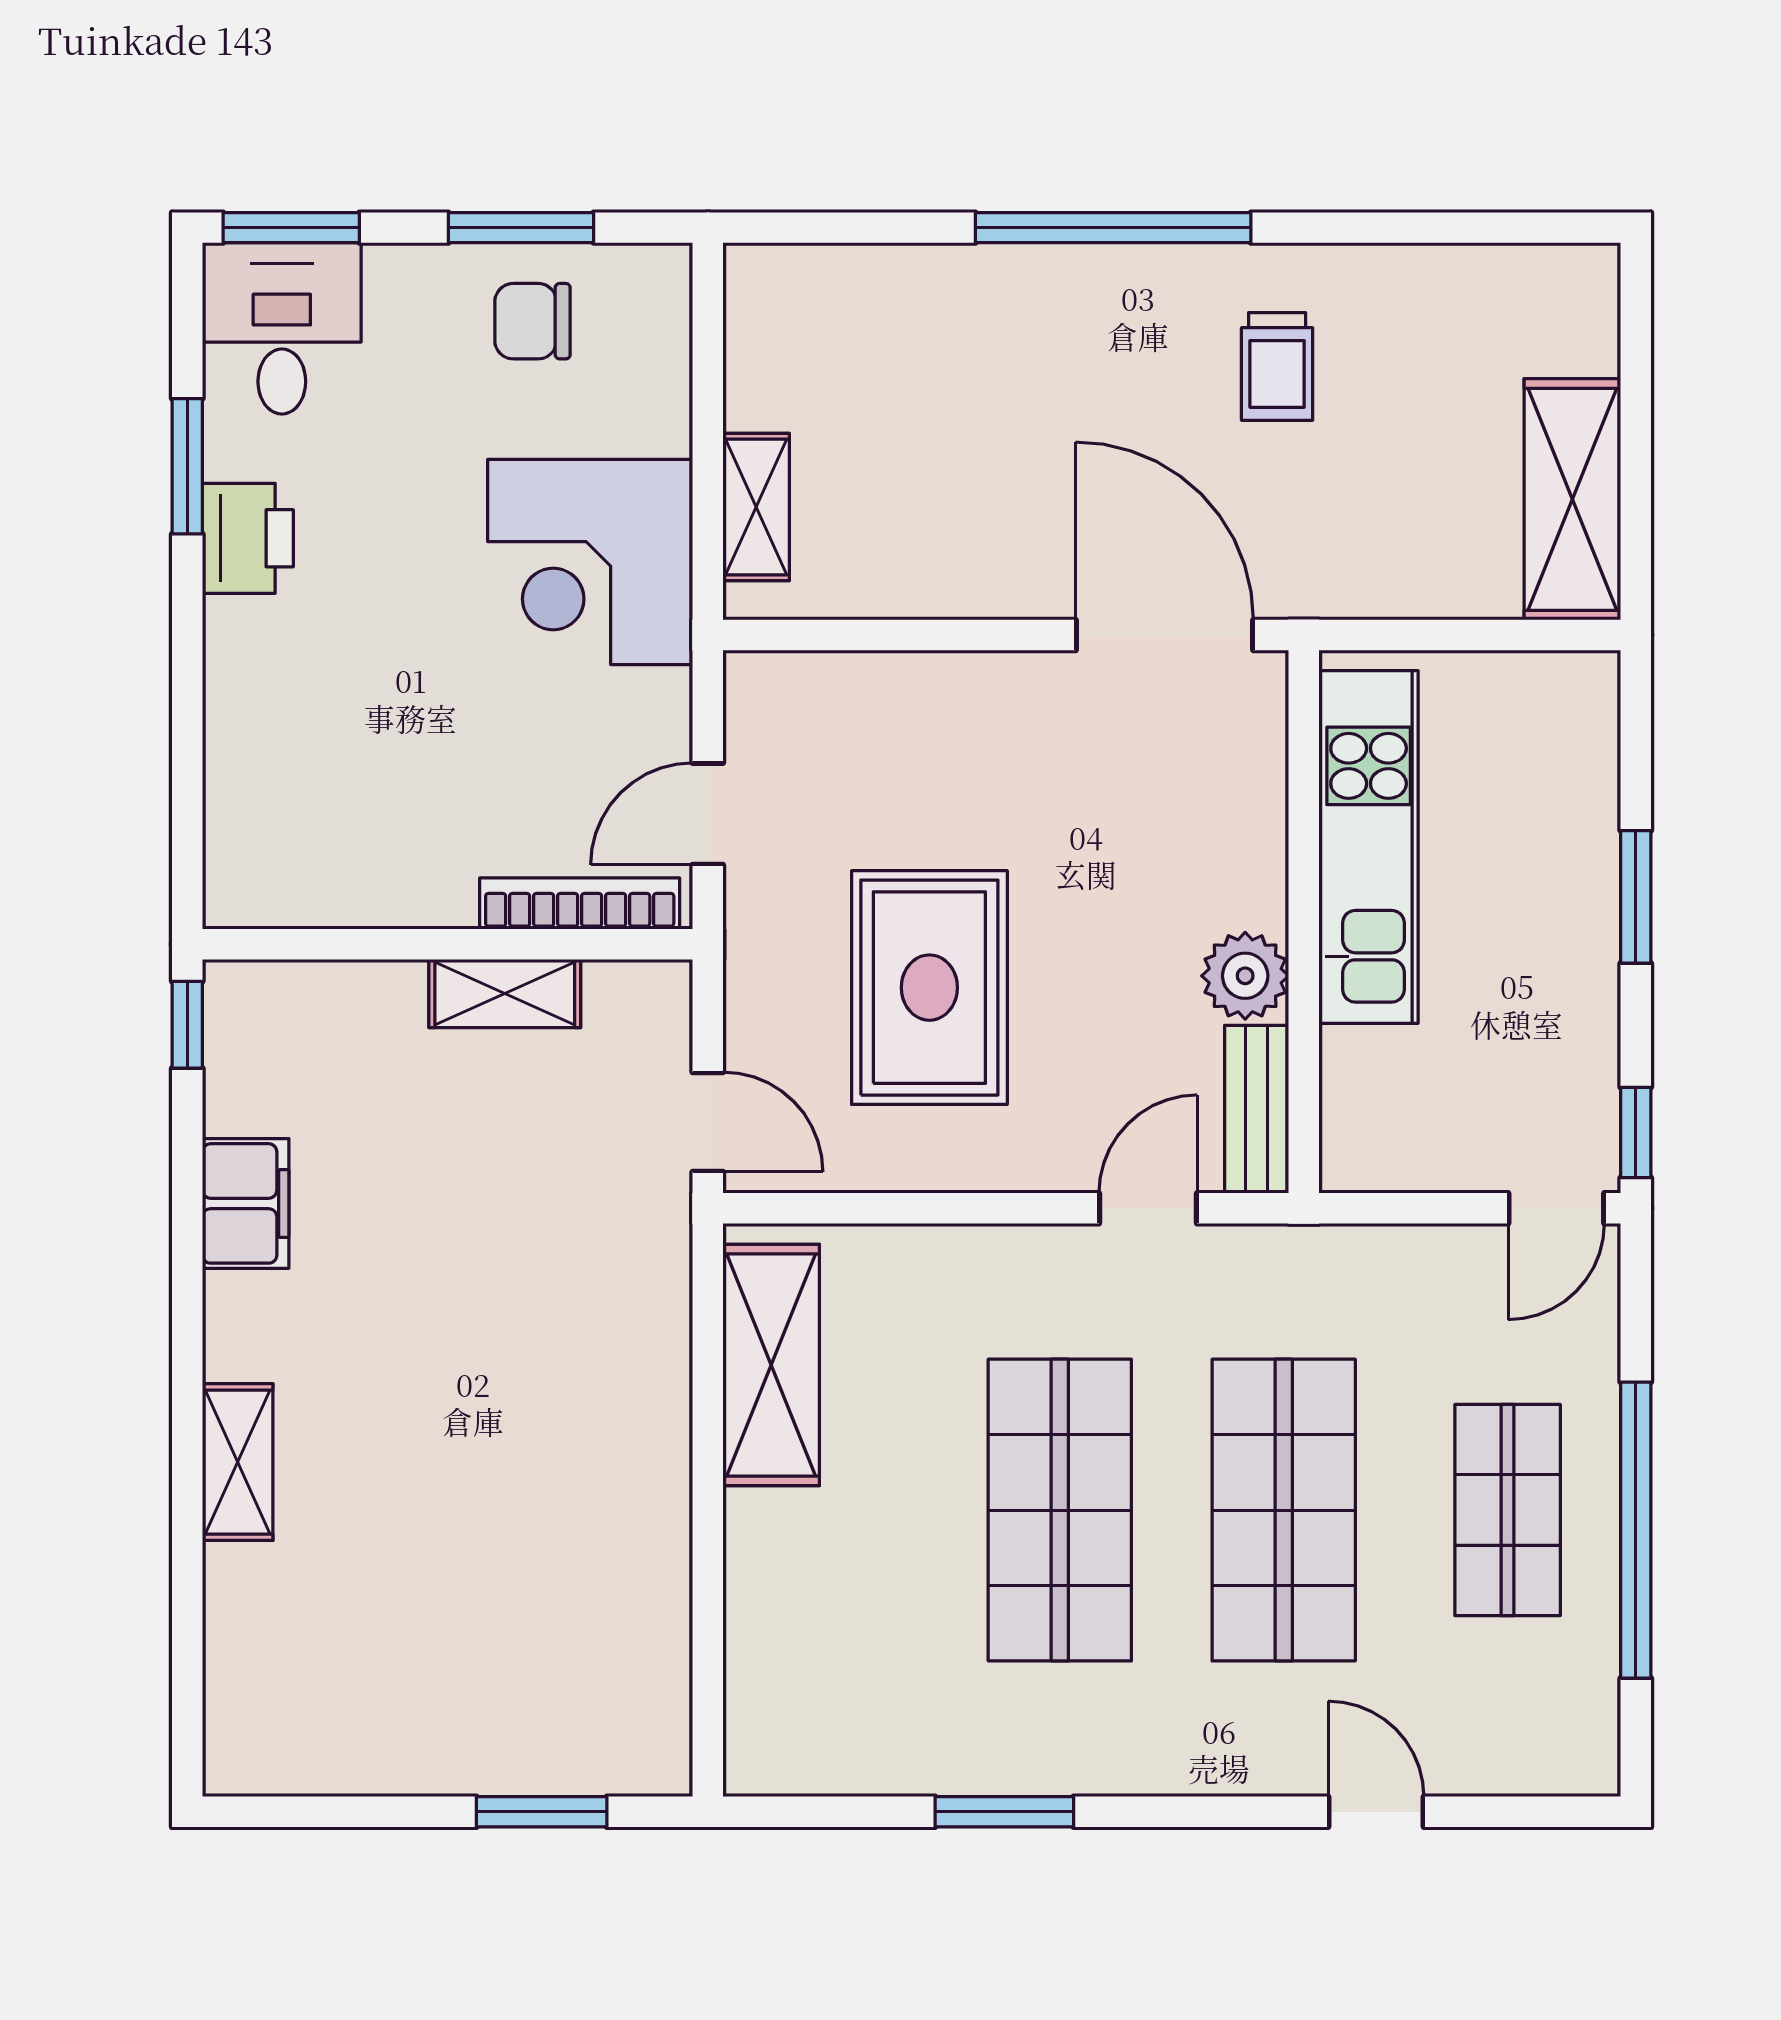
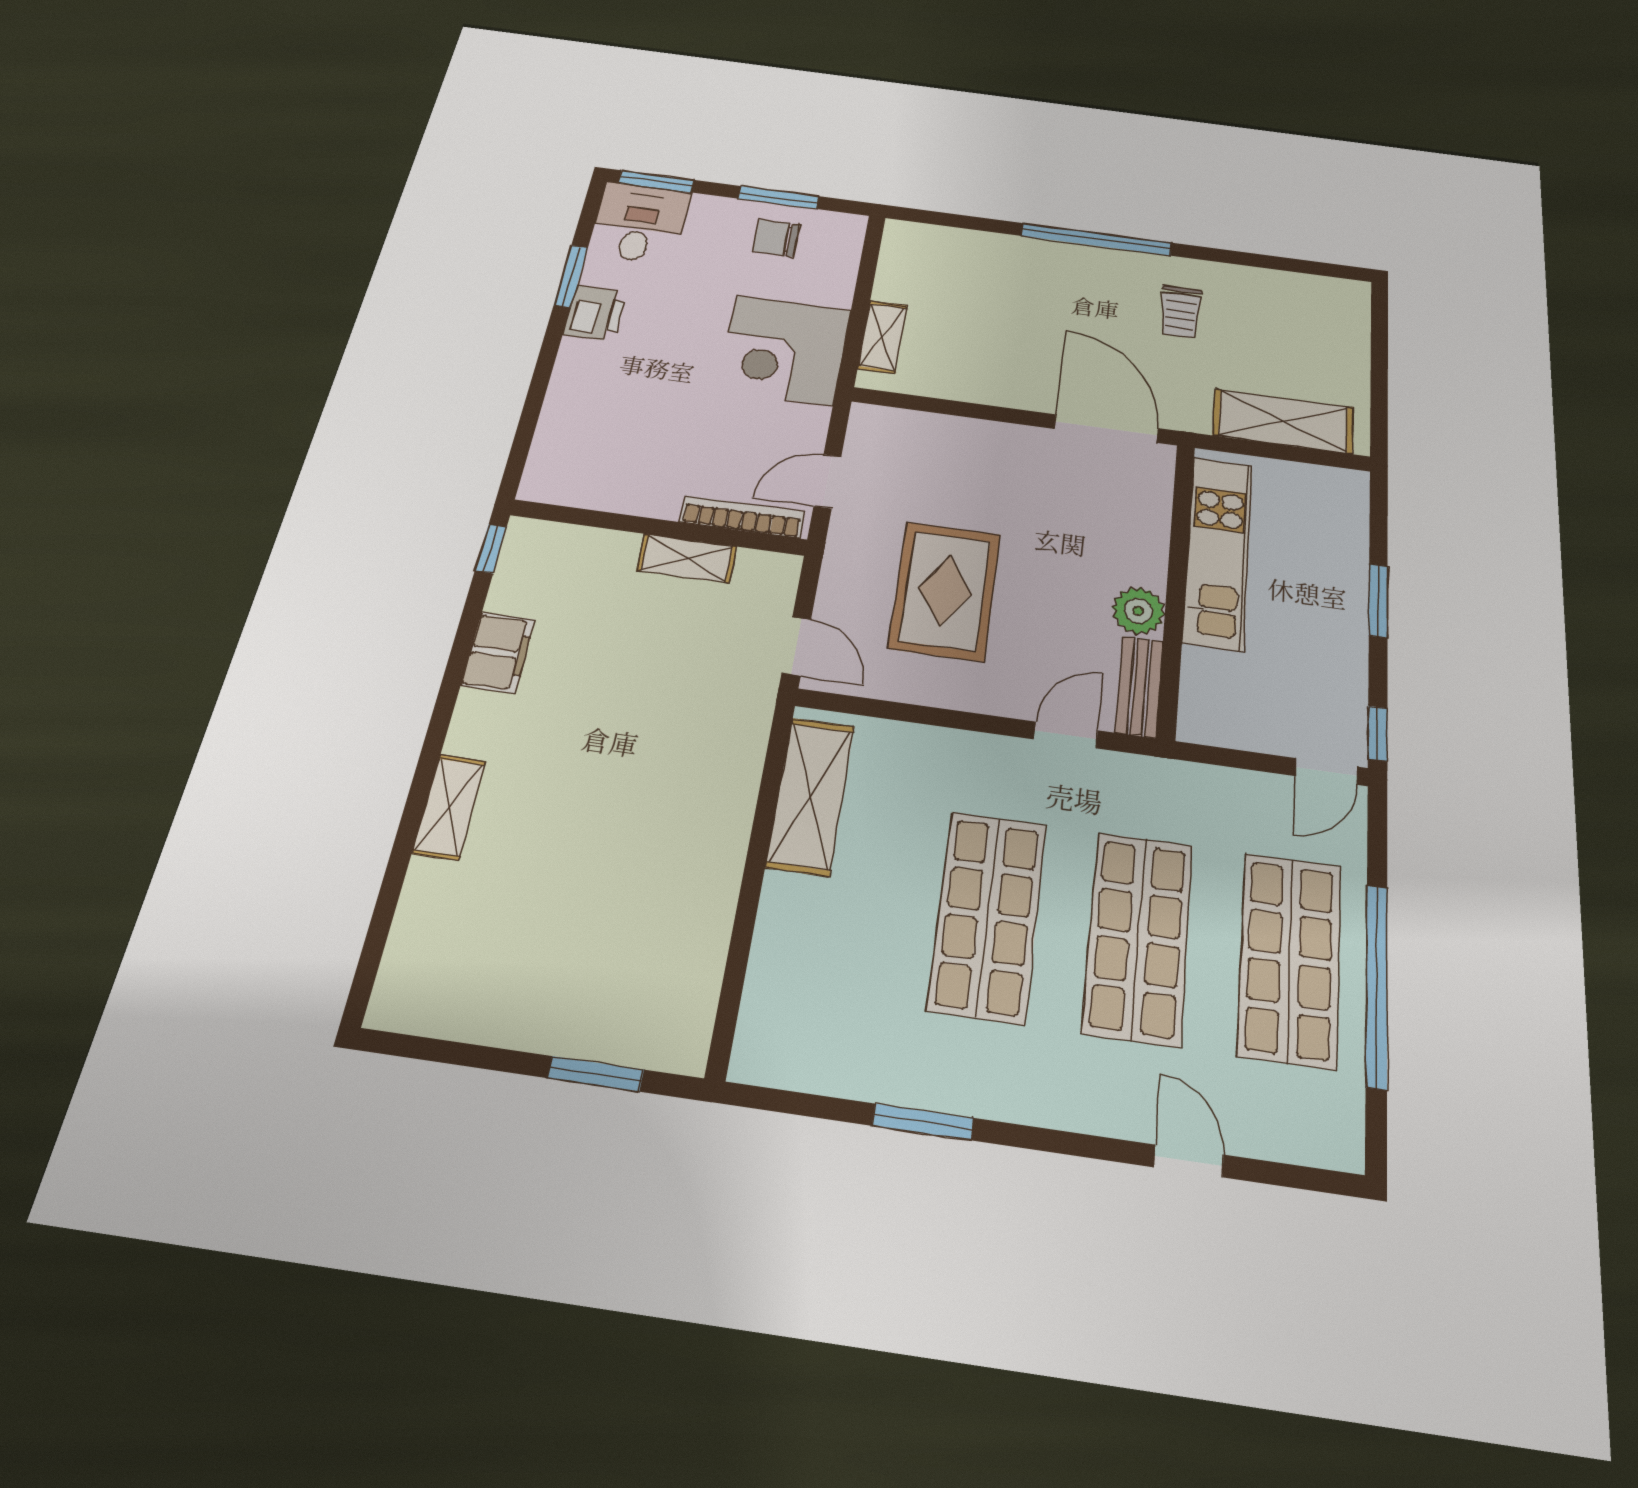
shelving: (1572, 499) -> (1283, 421), moved, turned 90
shop shelf: (1508, 1510) -> (1290, 959), width x1.43, depth x1.36

